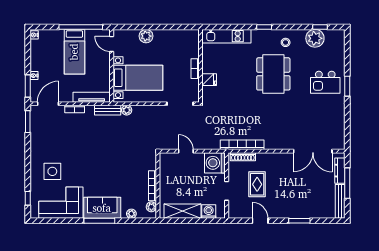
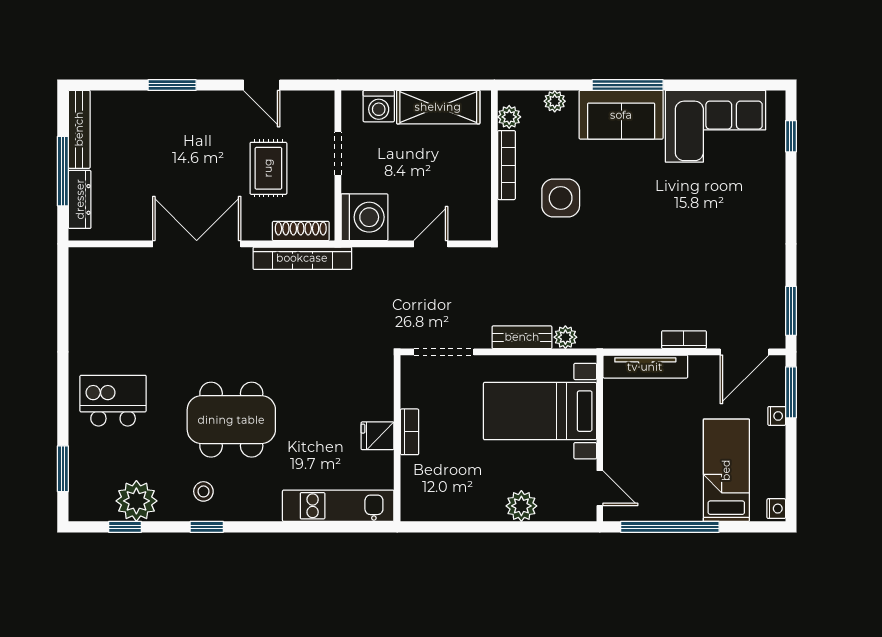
window: (264, 27) -> (207, 527), moved
bed: (74, 52) -> (726, 470), moved
dining table: (273, 74) -> (231, 420), turned 90
fridge: (209, 80) -> (377, 436), moved
window: (347, 86) -> (63, 469), moved
bench: (108, 110) -> (522, 337), moved
door: (186, 151) -> (431, 244), swing flipped
double door: (313, 151) -> (197, 244), moved
side table: (52, 171) -> (561, 198), moved

